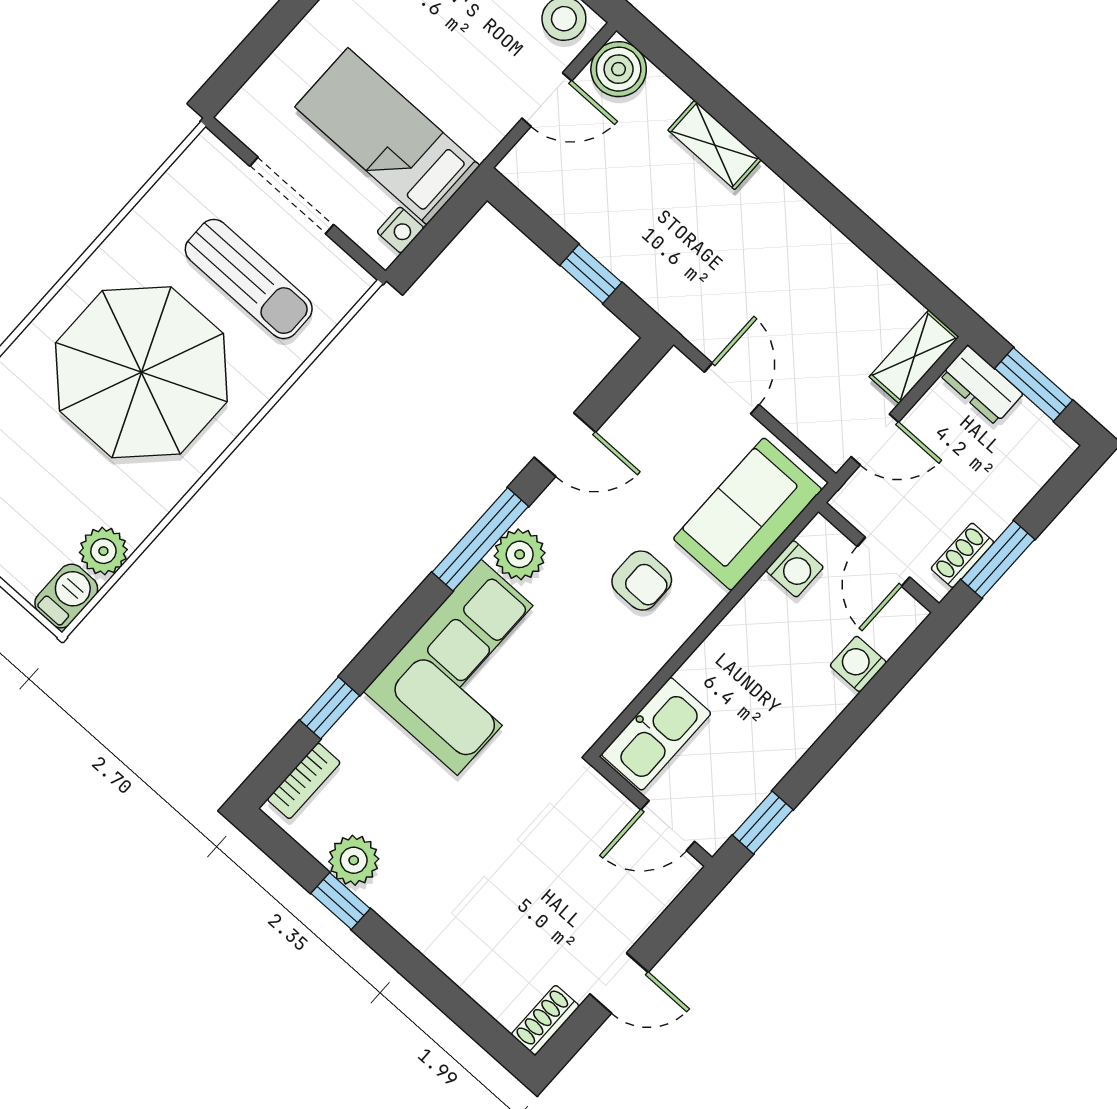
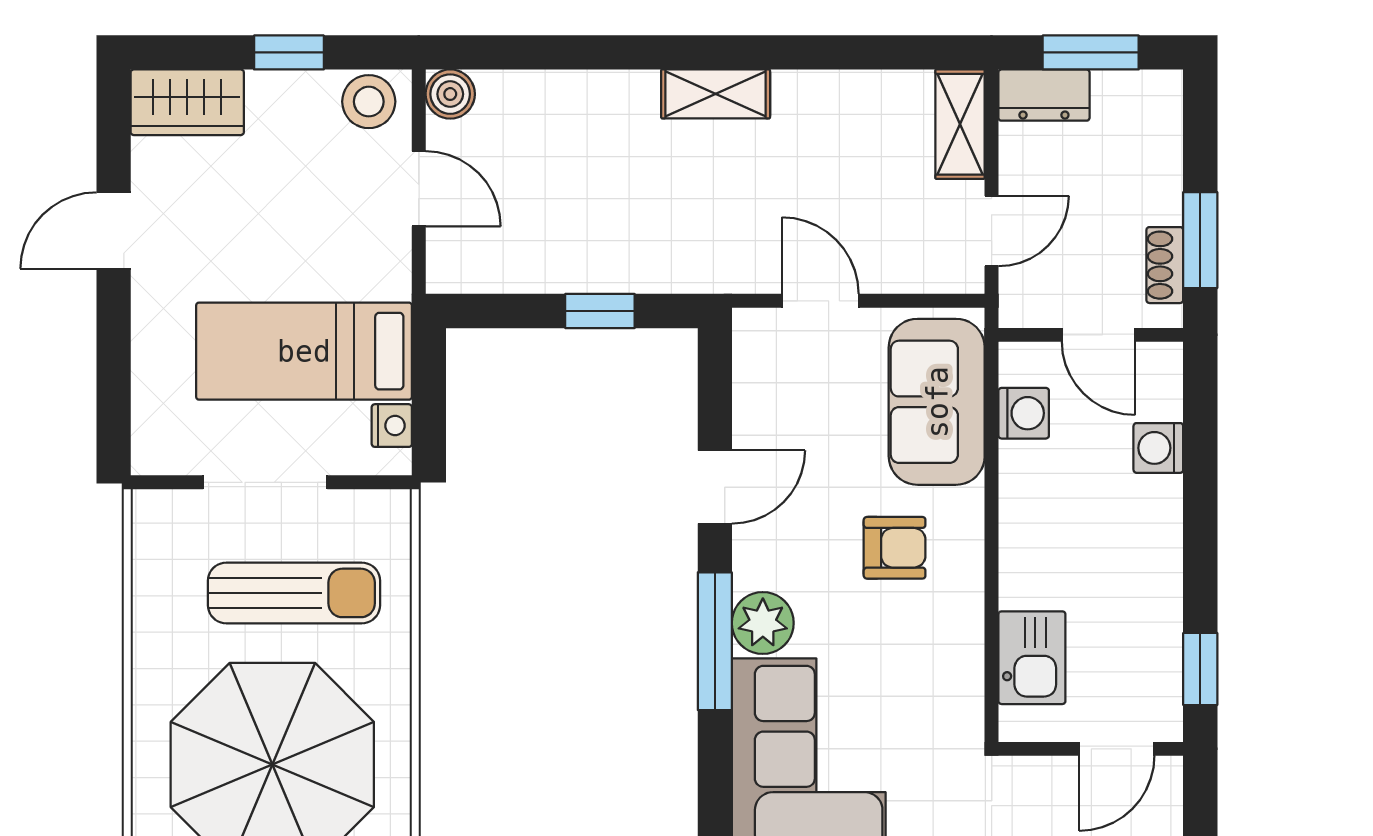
boiler: (619, 69) -> (450, 94), width x0.73, depth x0.73
door: (547, 100) -> (419, 189), hinge flipped
shelving: (715, 145) -> (716, 94), moved
kitchen sink: (656, 734) -> (1032, 658), width x0.73

